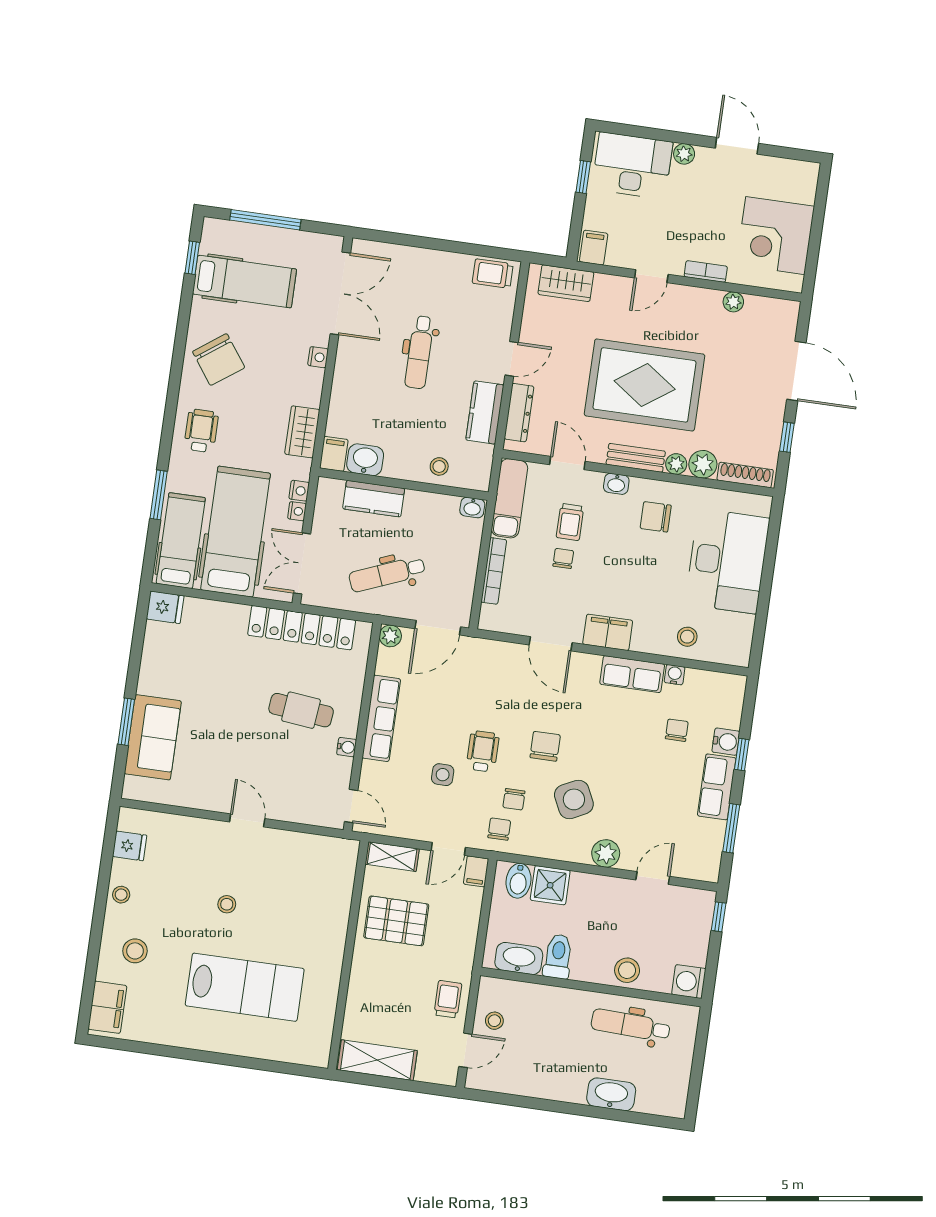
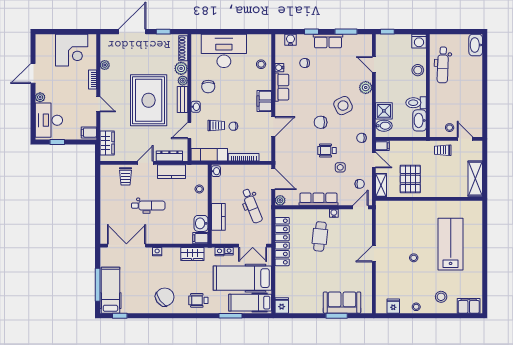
trolley: (493, 274) -> (125, 176), moved
hospital bed: (245, 282) -> (110, 290), moved
door: (512, 359) -> (145, 163), hinge flipped
water cooler: (726, 742) -> (290, 40), moved
chair: (514, 799) -> (360, 184), moved
washbasin: (611, 1094) -> (476, 45), moved

